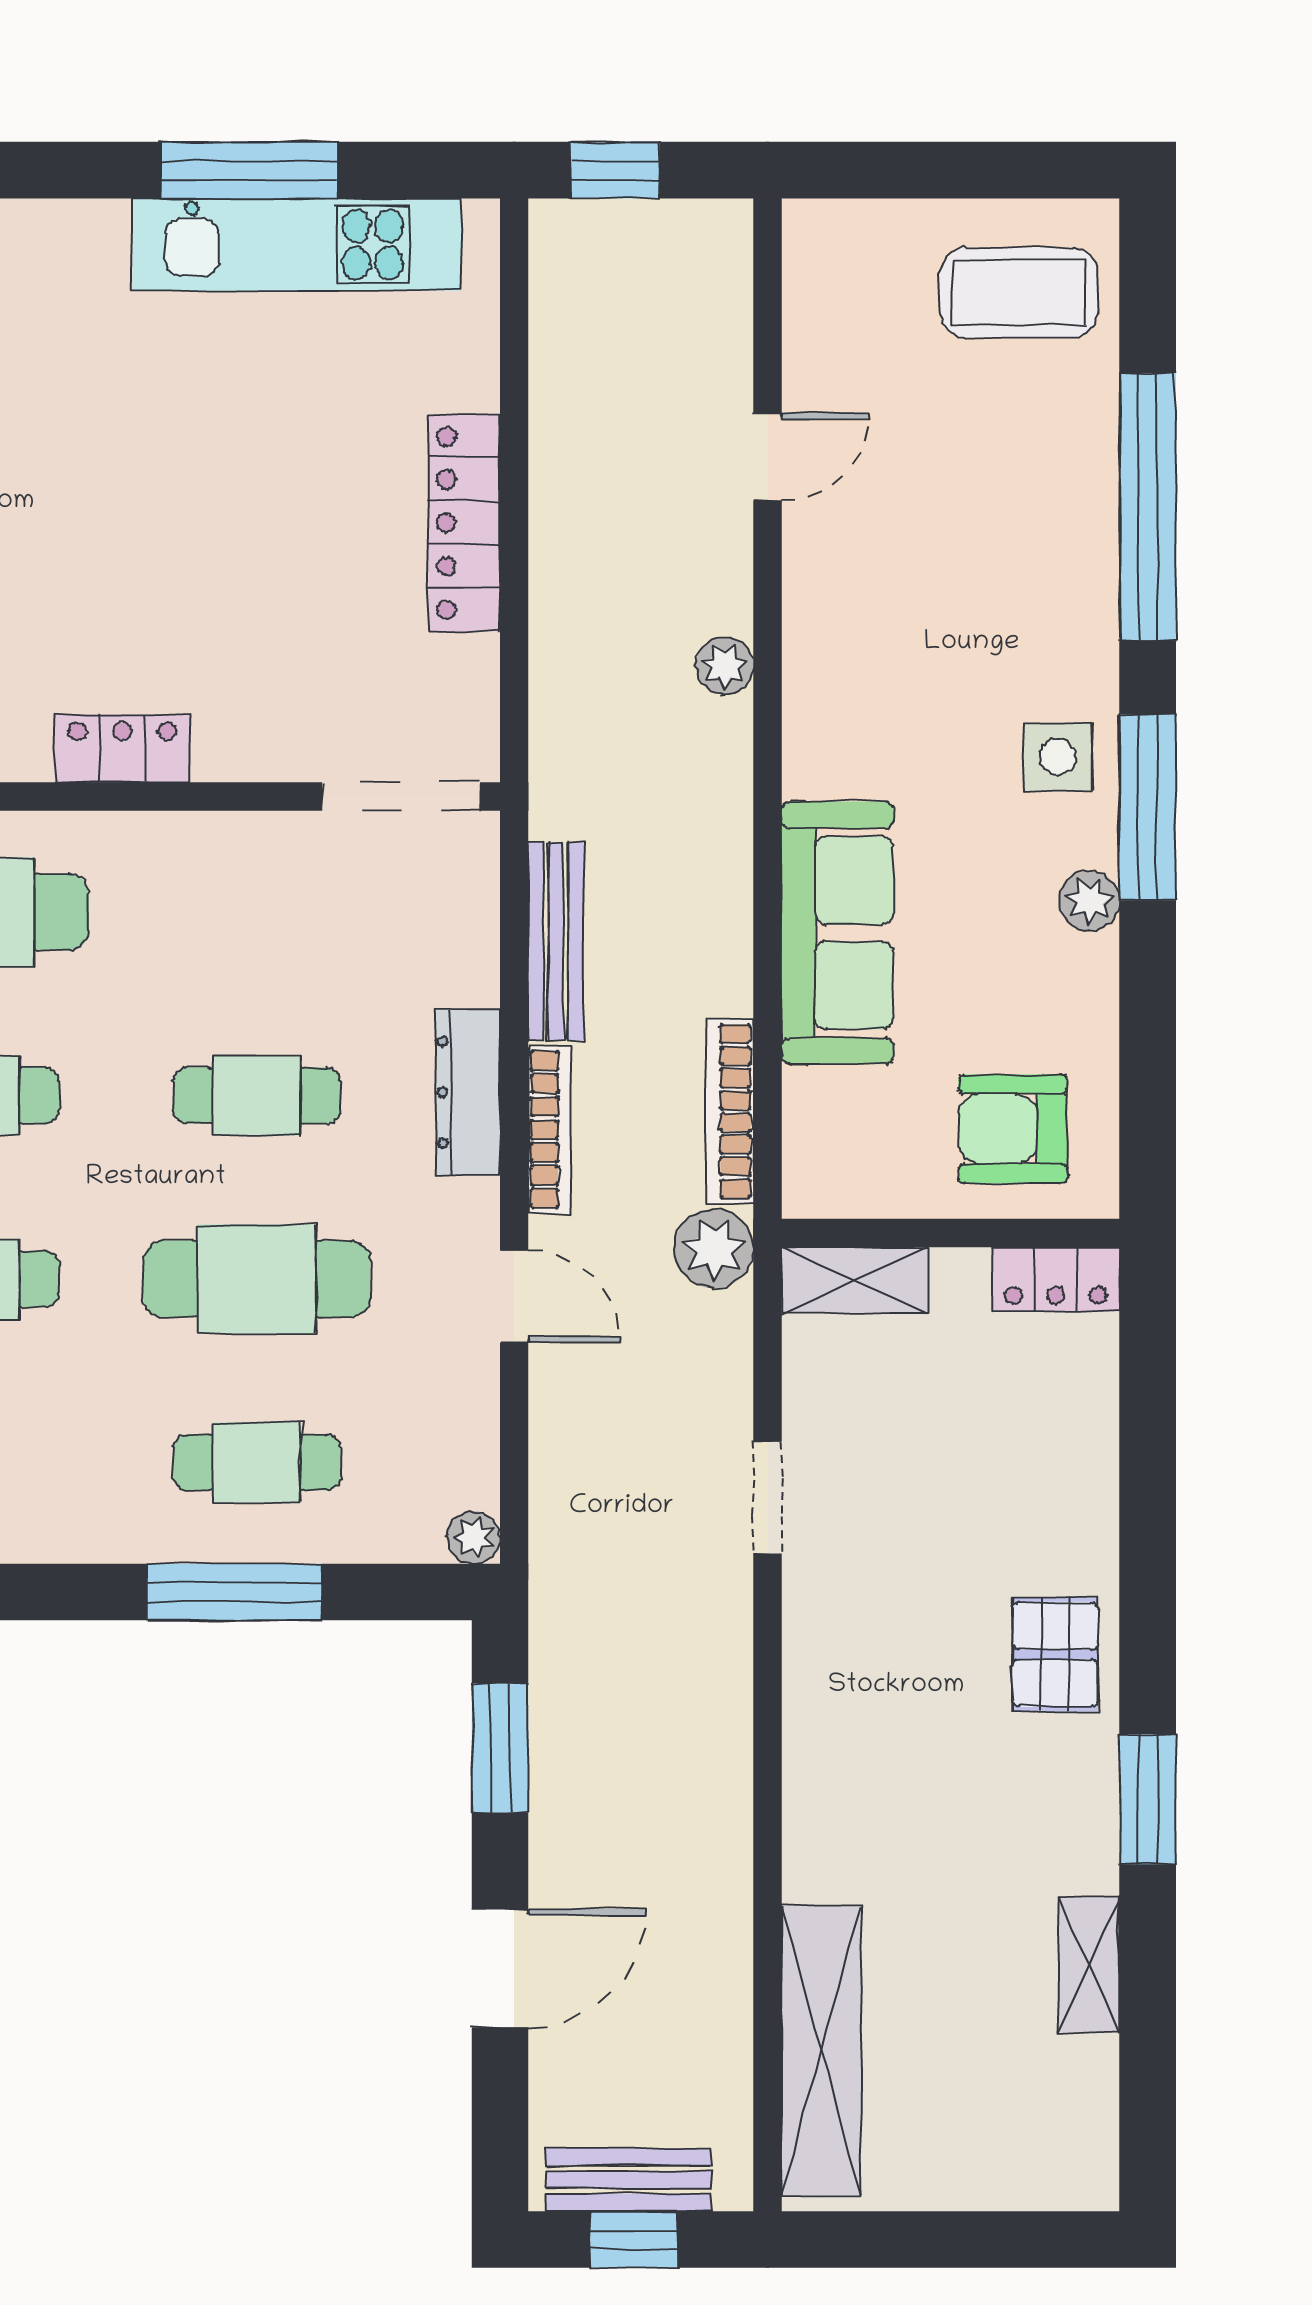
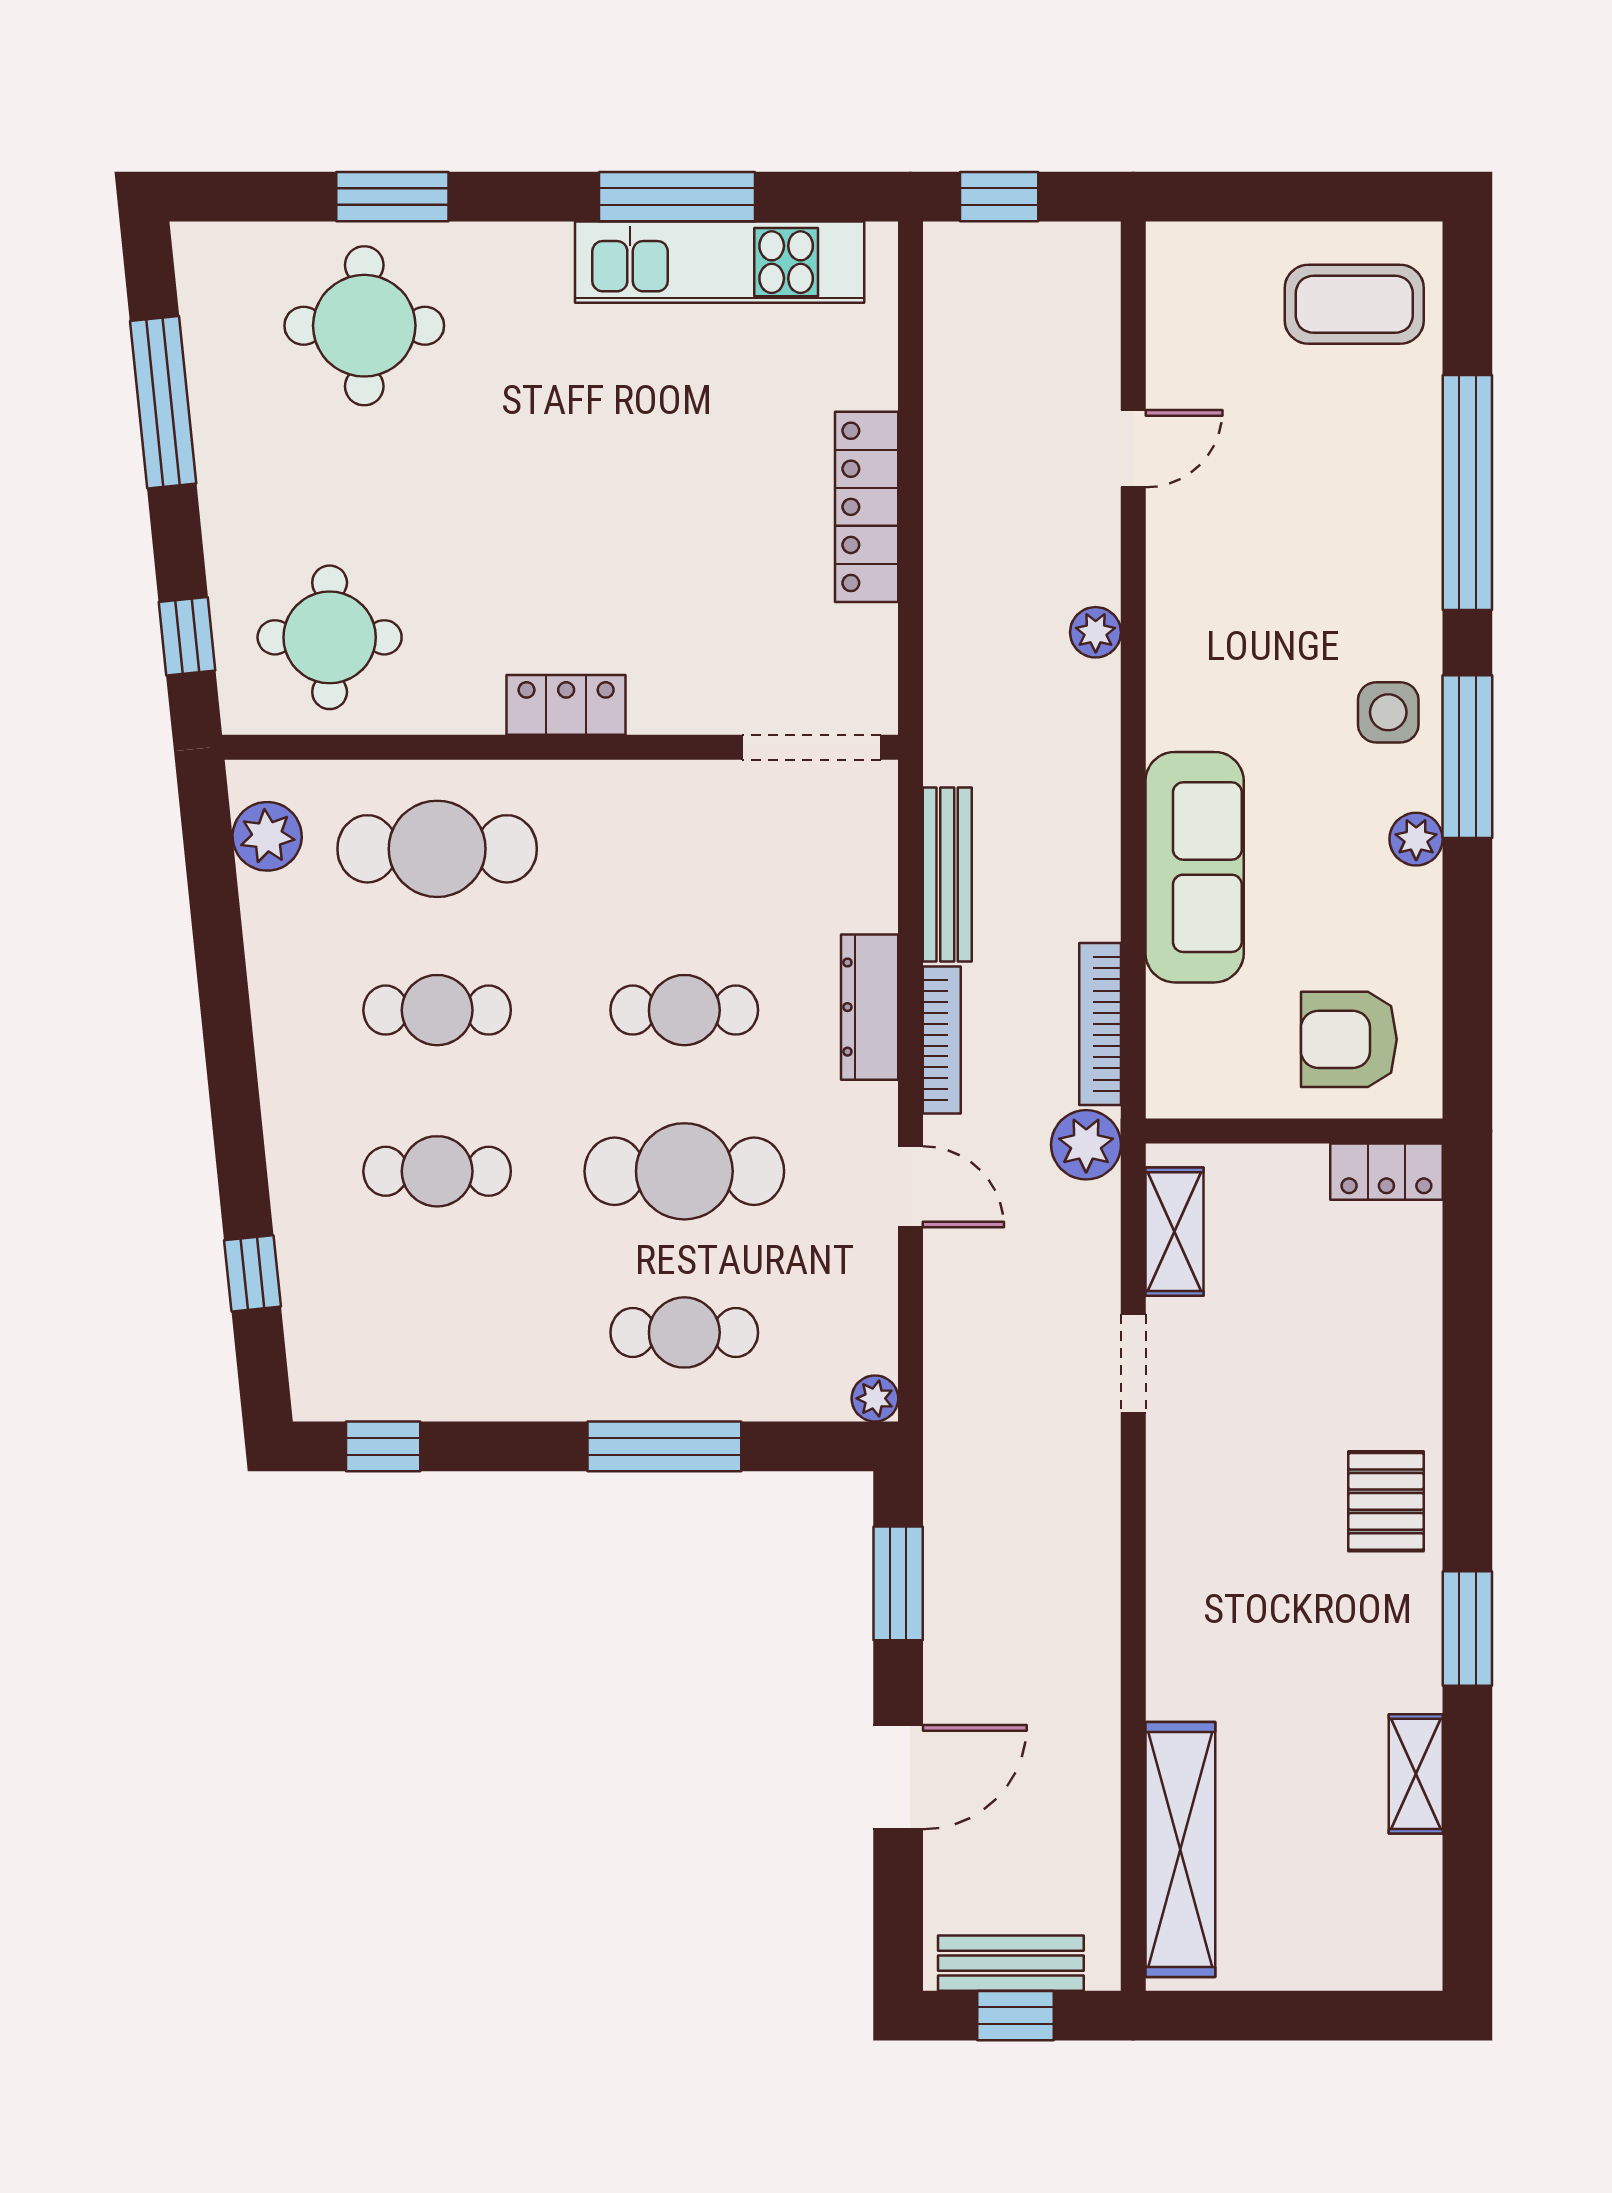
shelving: (855, 1280) -> (1174, 1232), moved, turned 90

